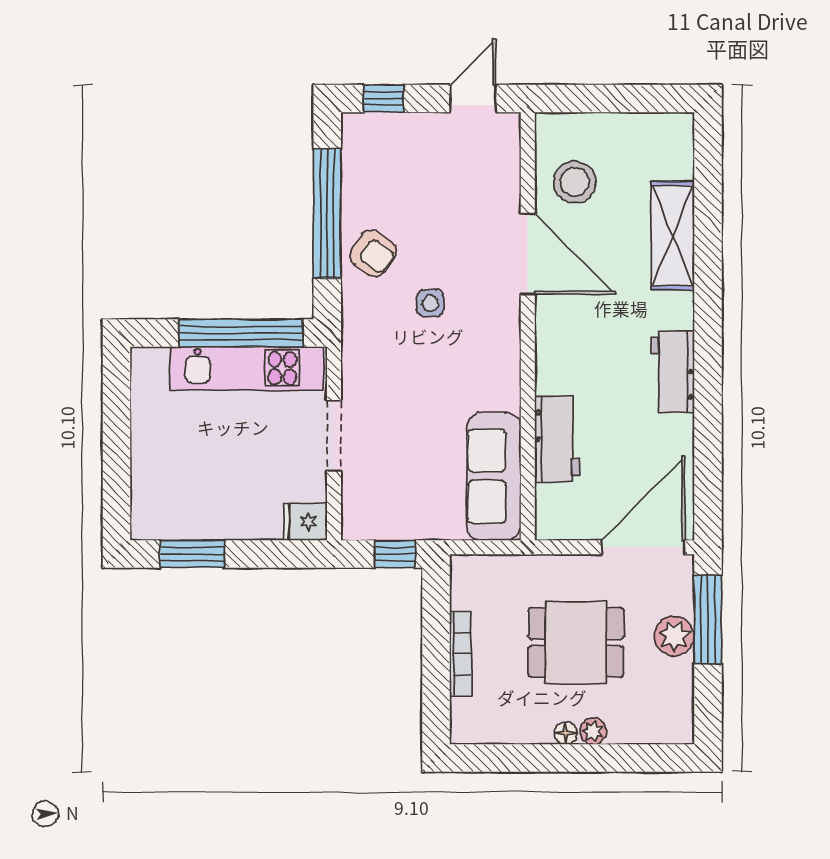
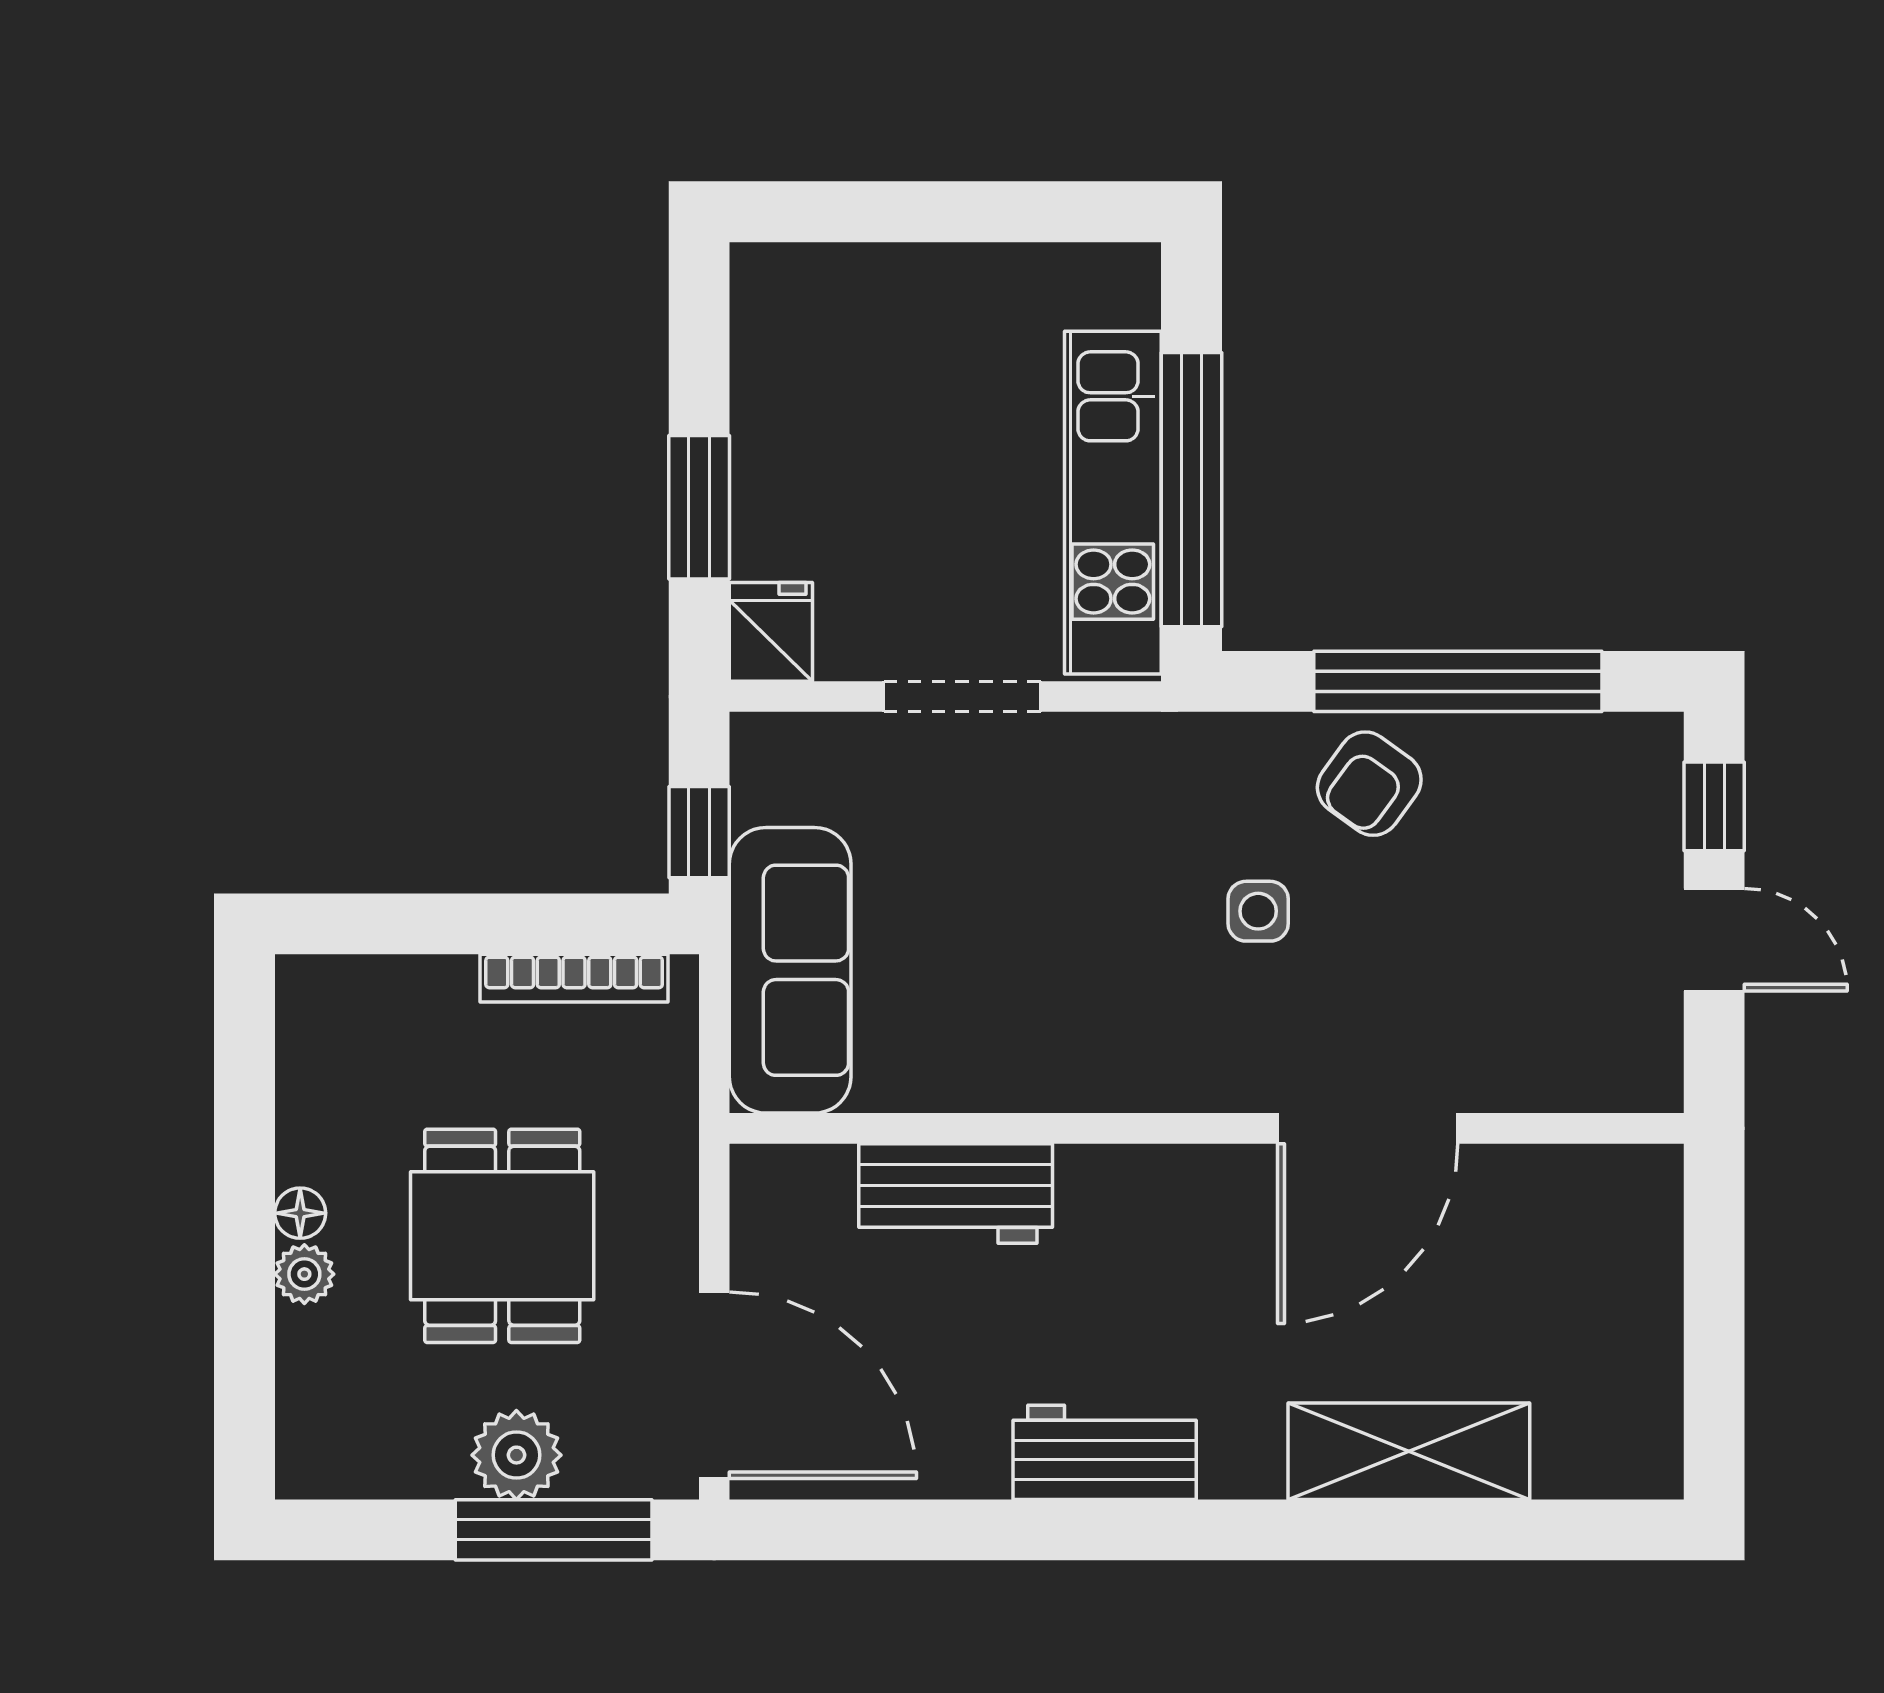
door: (473, 99) -> (1714, 940), moved
stool: (575, 182) -> (1528, 1233), removed
sofa: (494, 476) -> (790, 970), moved, turned 90
window: (192, 554) -> (699, 507), moved
bookcase: (460, 654) -> (574, 978), moved

